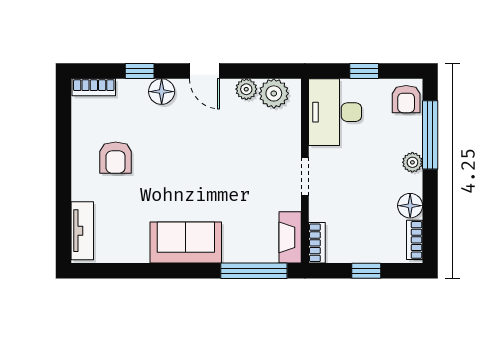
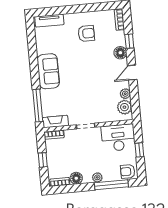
armchair: (116, 158) -> (86, 33), turned 180

